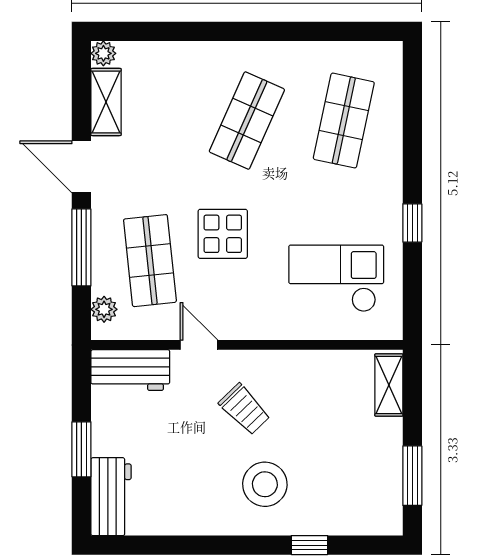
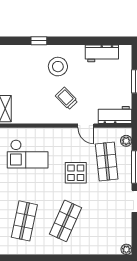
shelving: (106, 102) -> (125, 229), removed
workbench: (111, 497) -> (102, 53), moved, turned -90

